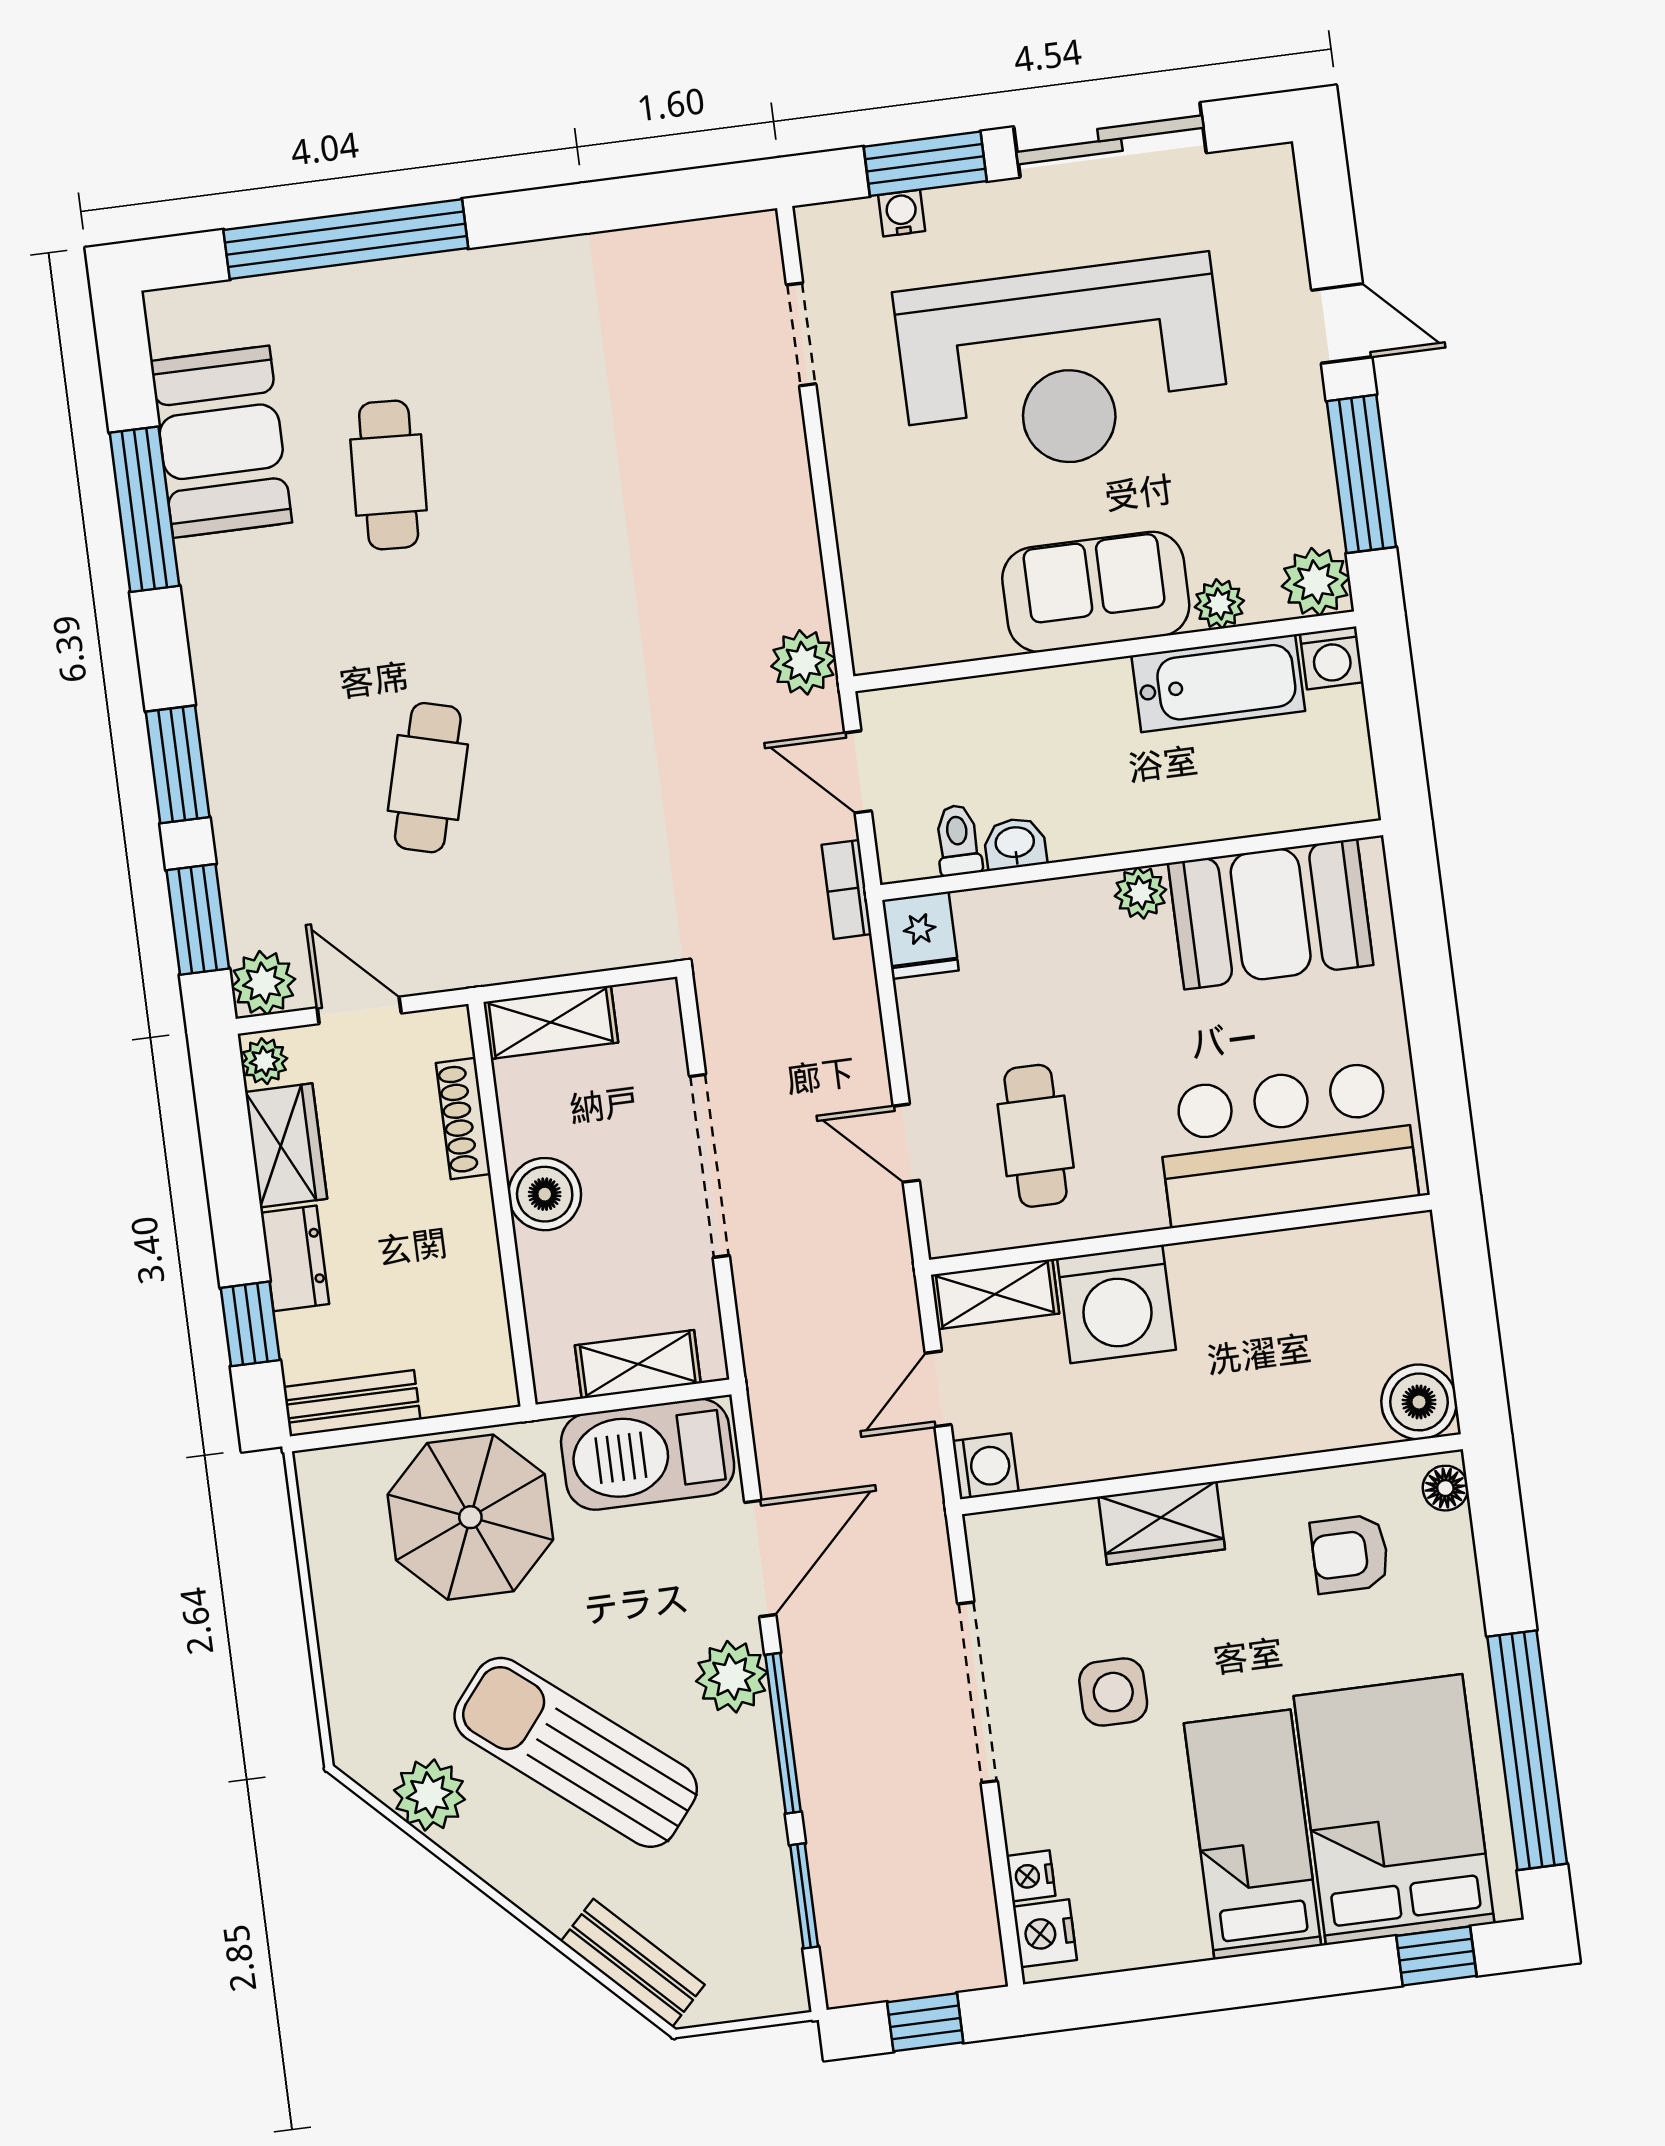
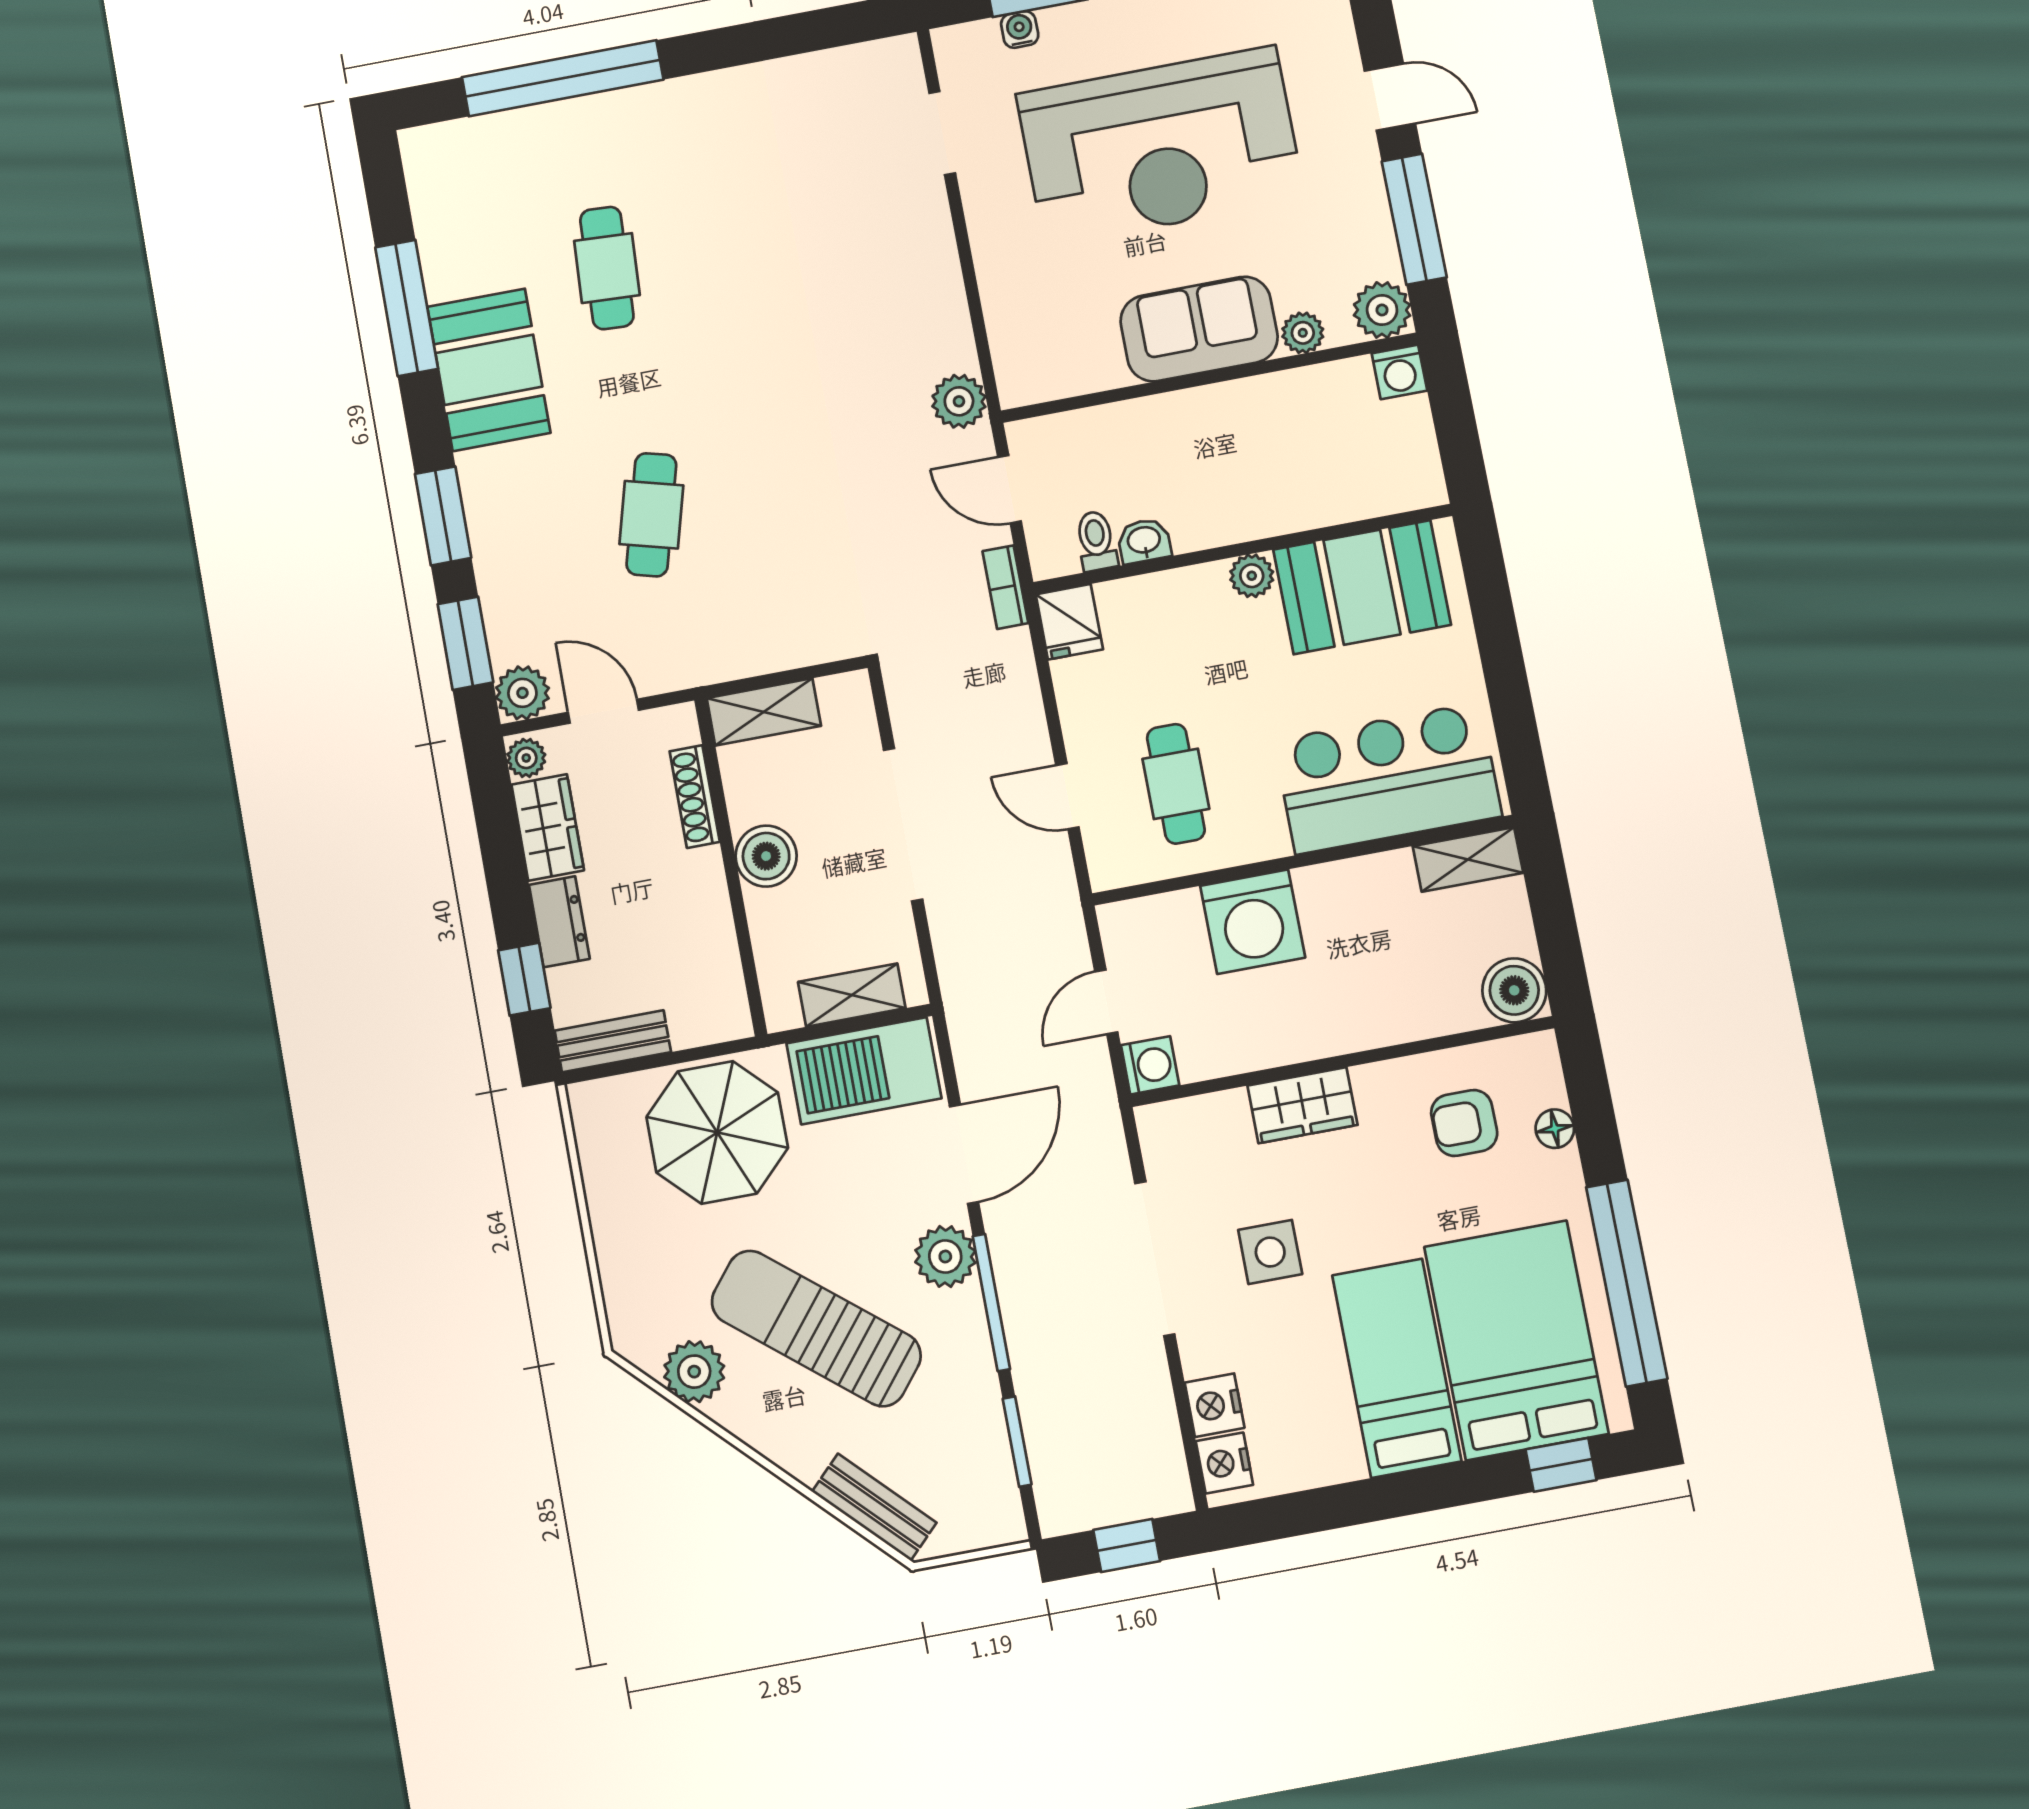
booth: (221, 442) -> (489, 370), moved
bathtub: (1218, 683) -> (1306, 398), removed
shelving: (995, 1294) -> (1468, 859), moved
floor lamp: (1445, 1488) -> (1555, 1129), moved
nightstand: (1031, 1876) -> (1215, 1405), width x1.39, depth x1.35

